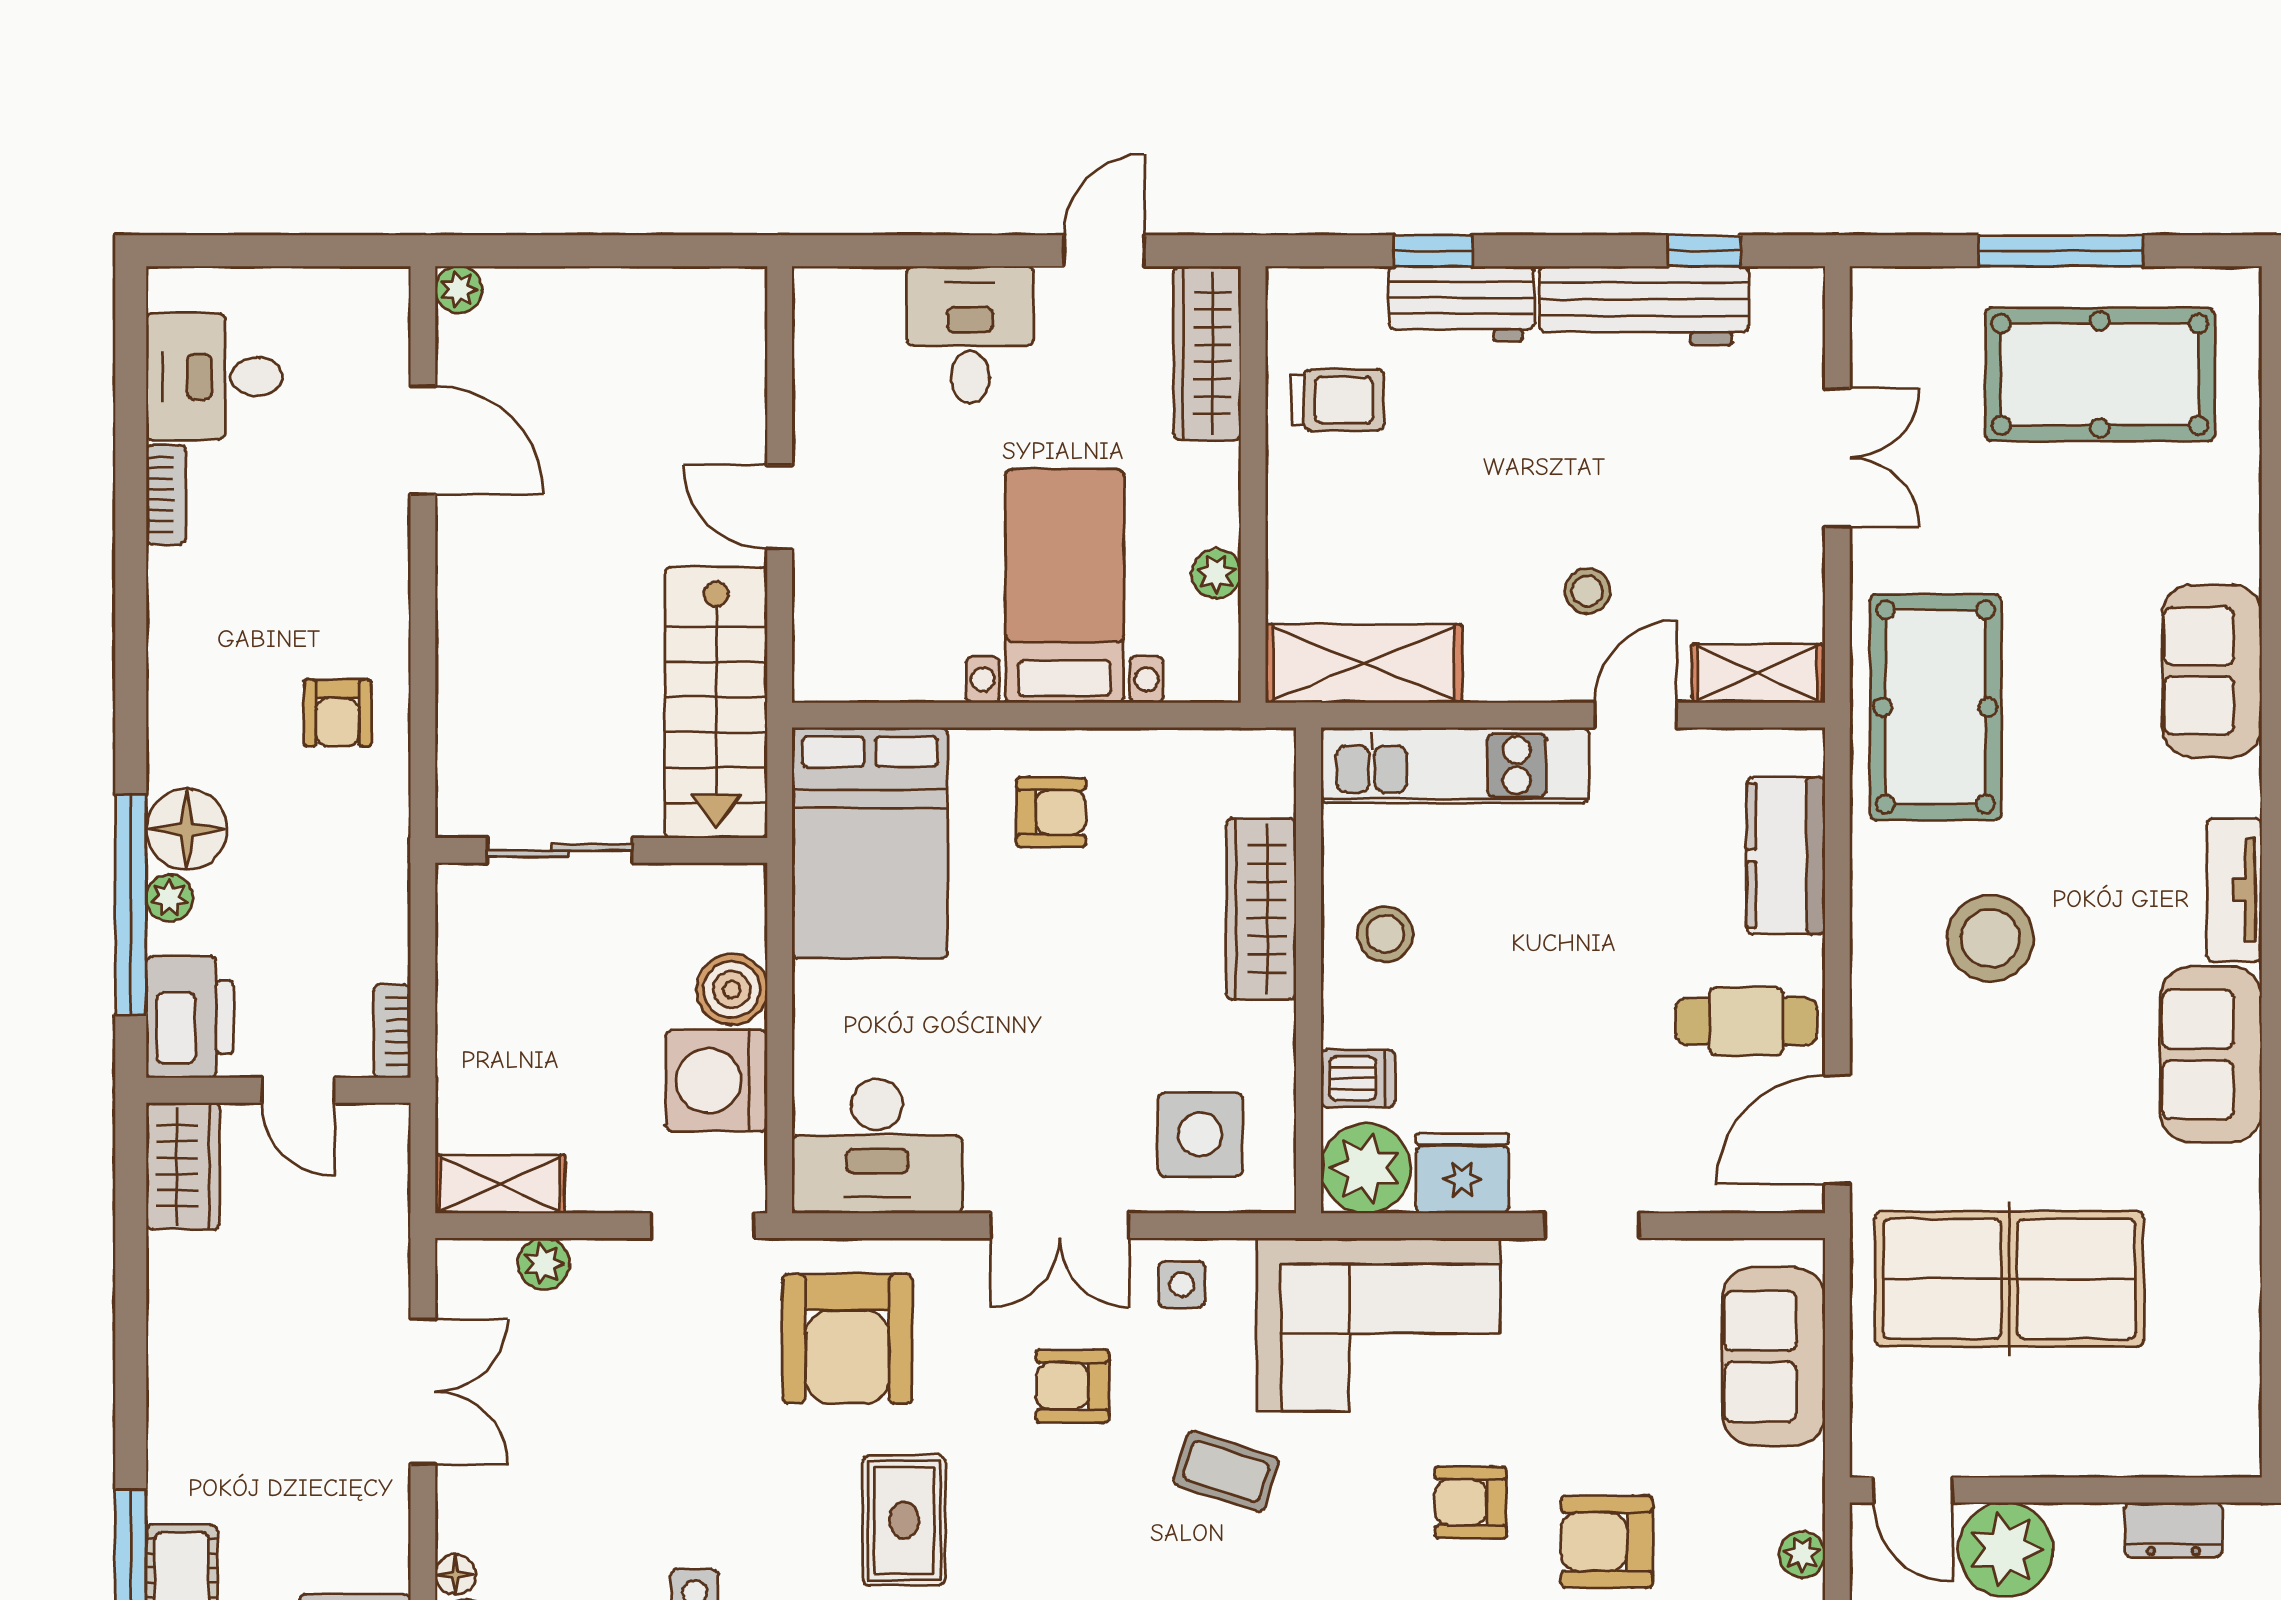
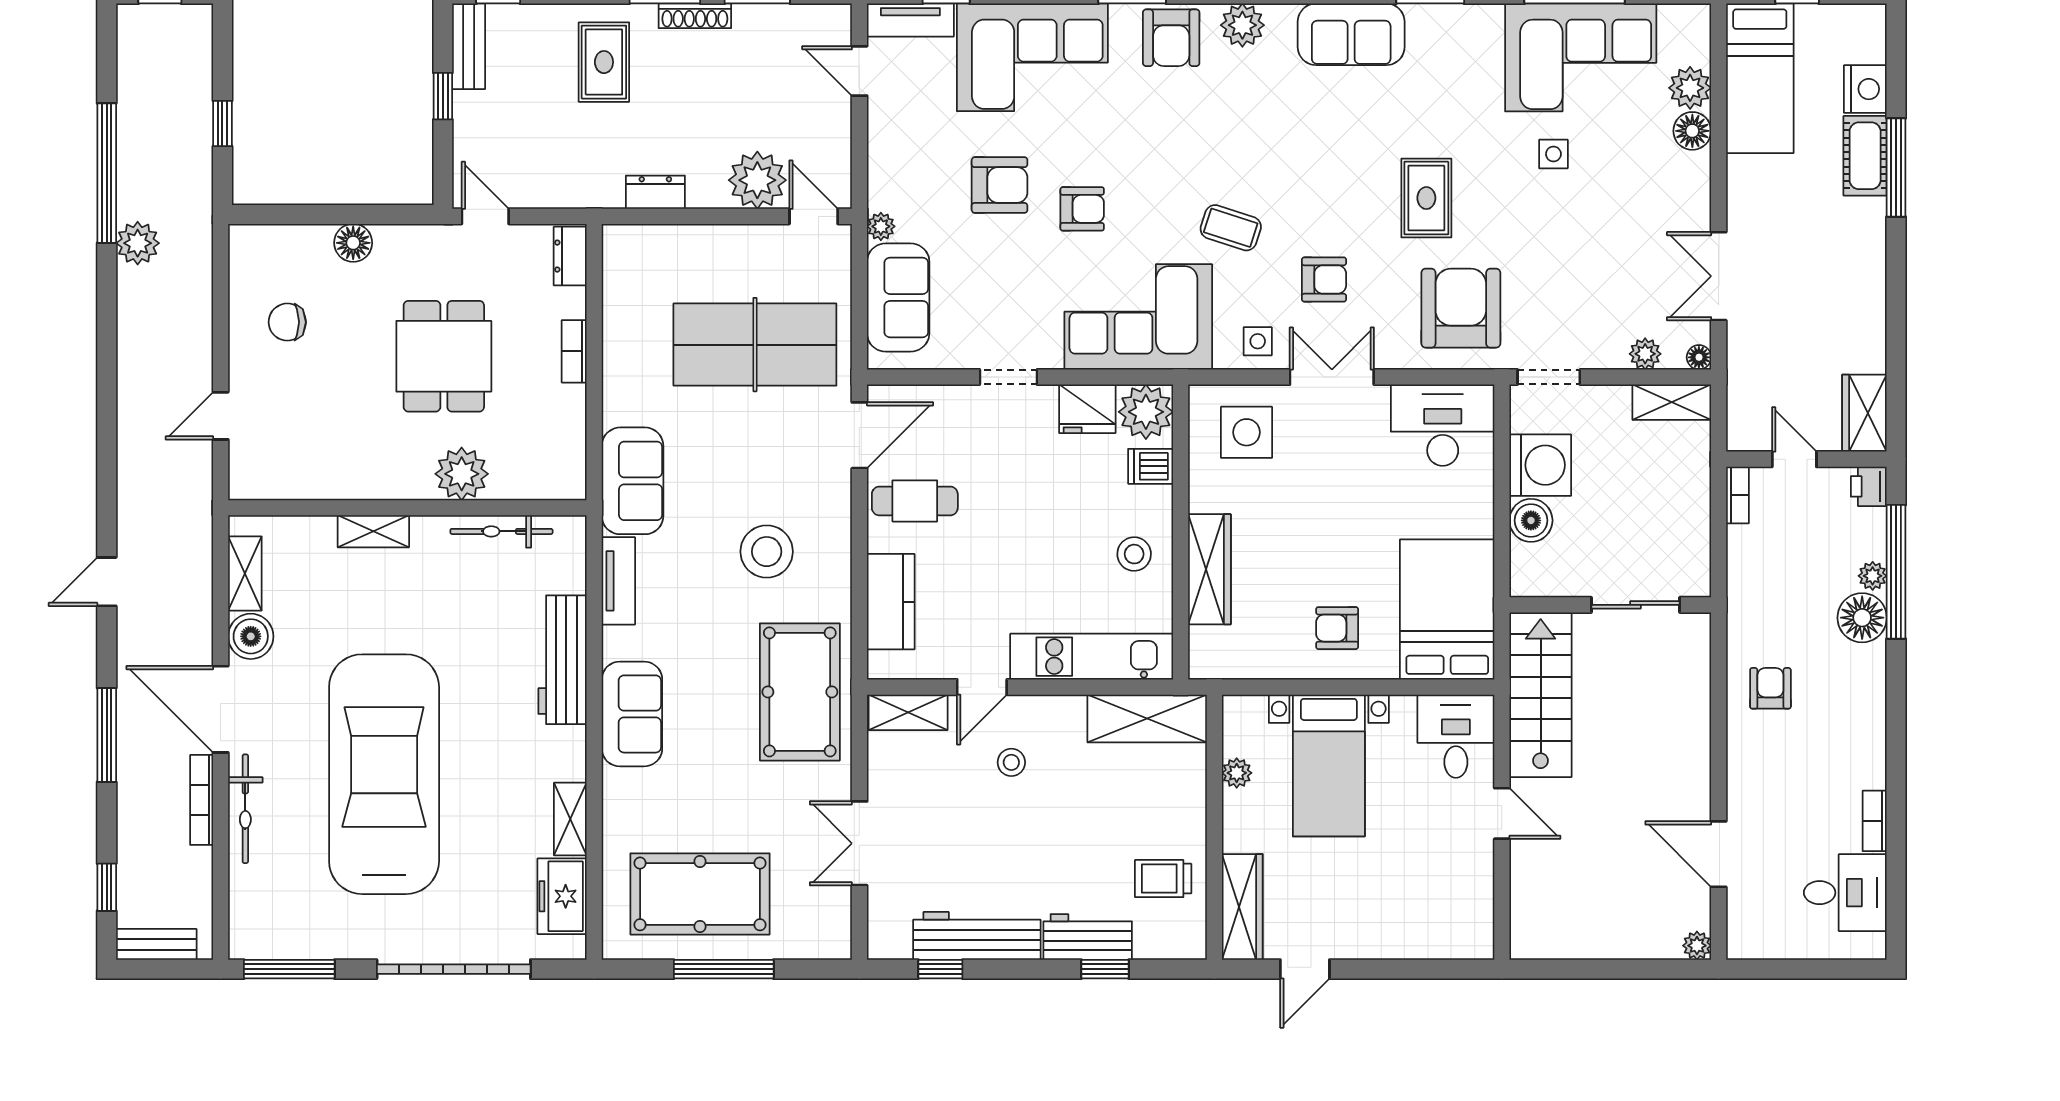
desk: (970, 335) -> (1456, 736), moved, turned 180
printer: (190, 1017) -> (1869, 486), width x0.53, depth x0.68
plant: (1802, 1555) -> (881, 226), moved
floor lamp: (455, 1575) -> (1699, 357), moved

